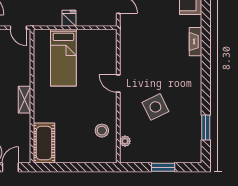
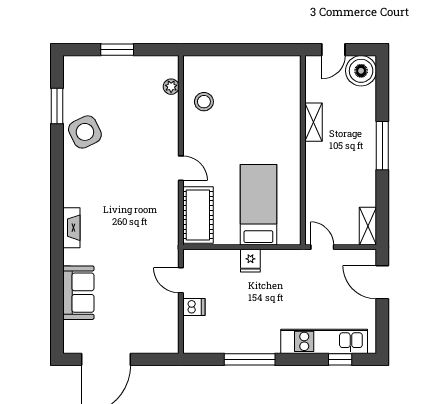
shelving: (25, 100) -> (313, 122), moved
side table: (155, 107) -> (85, 132), moved
cot: (44, 143) -> (198, 215), moved

